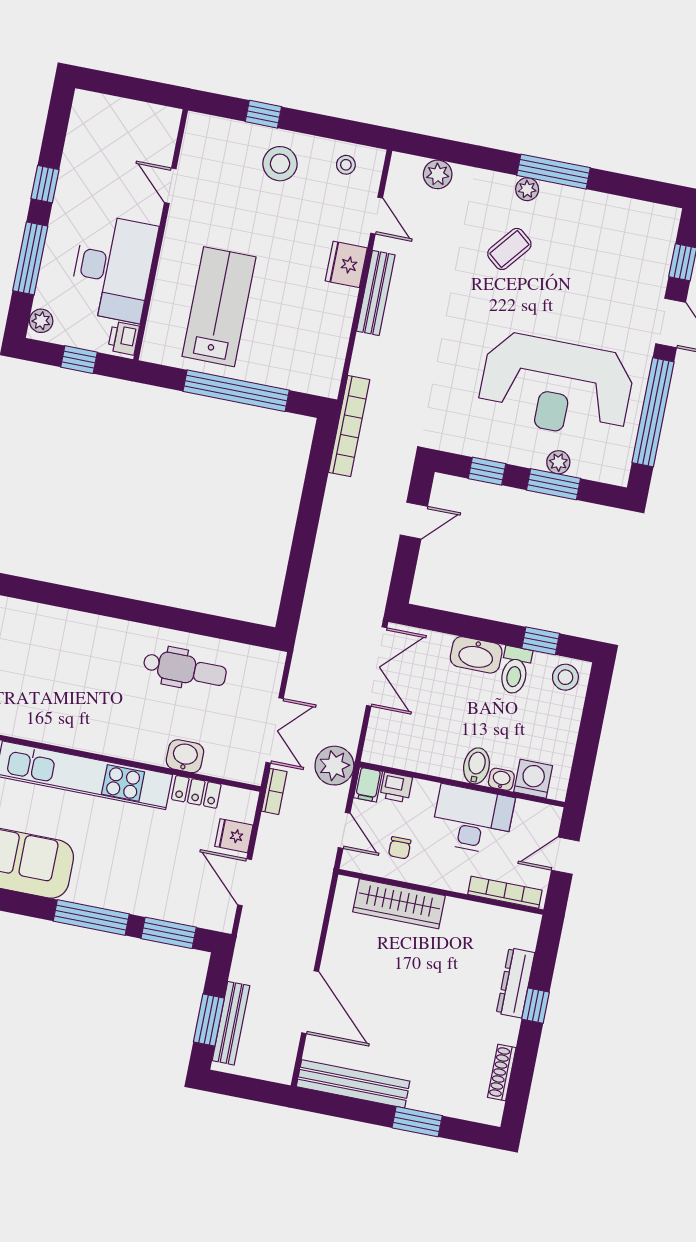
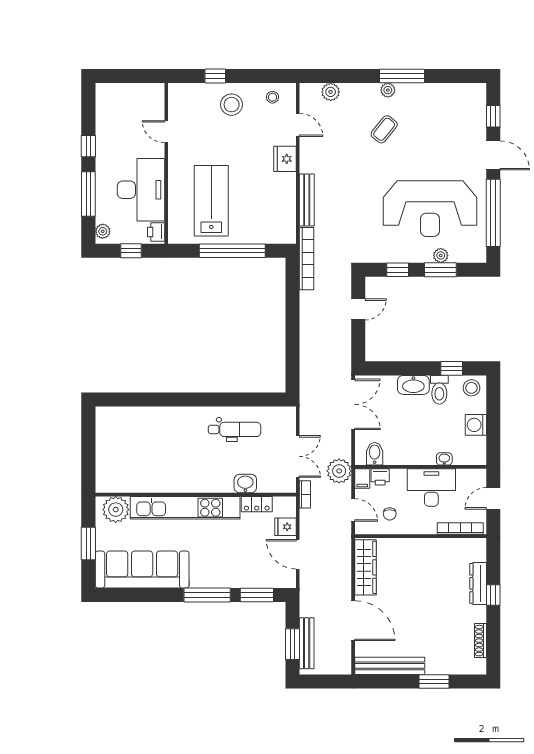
bench: (376, 293) -> (307, 200), moved
bidet: (476, 766) -> (375, 454), moved
washing machine: (533, 779) -> (476, 425), moved, turned -90
wardrobe: (399, 904) -> (366, 567), moved, turned -90

